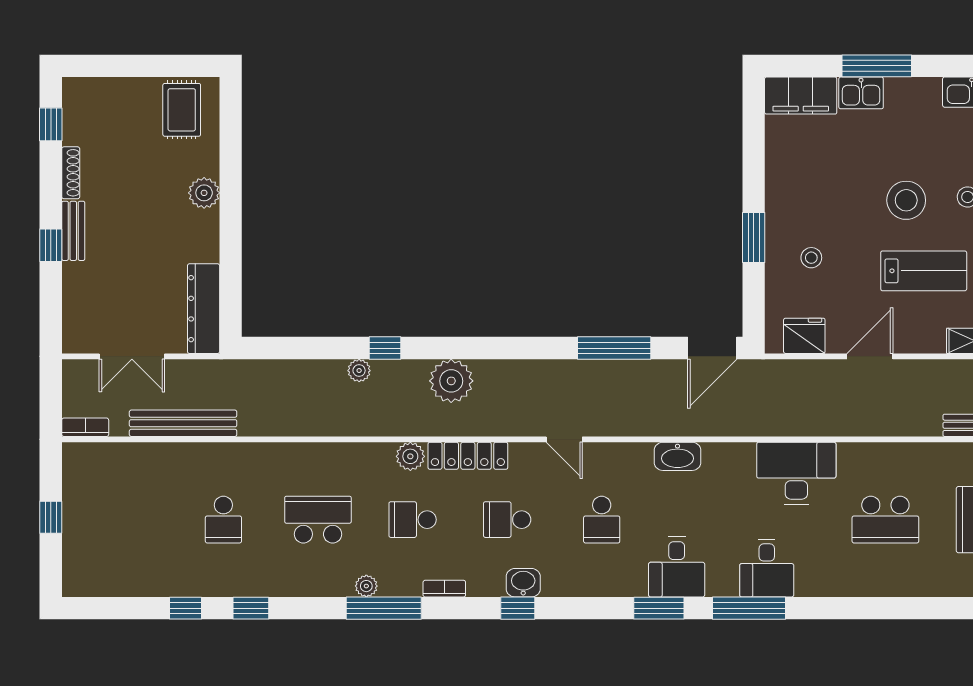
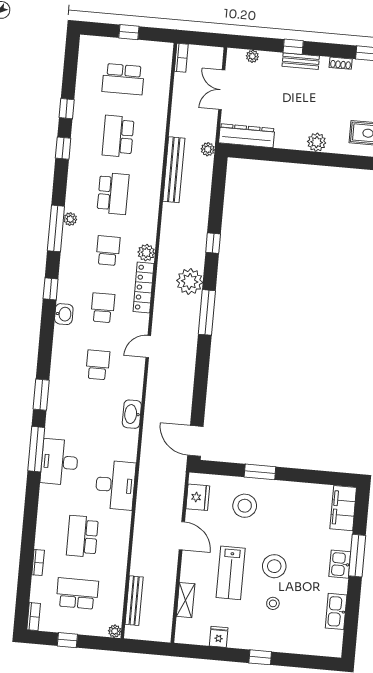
kitchen sink: (861, 93) -> (340, 564), moved
shoe rack: (71, 173) -> (341, 63), width x0.70
stool: (811, 258) -> (245, 506), width x1.89, depth x1.89
plant: (72, 311) -> (252, 56), added
window: (614, 348) -> (207, 312), moved
plant: (359, 371) -> (208, 149), moved
bench: (183, 423) -> (174, 170), moved
school desk: (129, 520) -> (123, 79), added
school desk: (223, 520) -> (118, 136), width x1.85
school desk: (602, 520) -> (98, 365), turned 90
desk: (677, 567) -> (65, 408), removed
desk: (767, 568) -> (59, 462), width x1.37
bookcase: (444, 589) -> (38, 563), moved
window: (518, 608) -> (51, 289), moved

